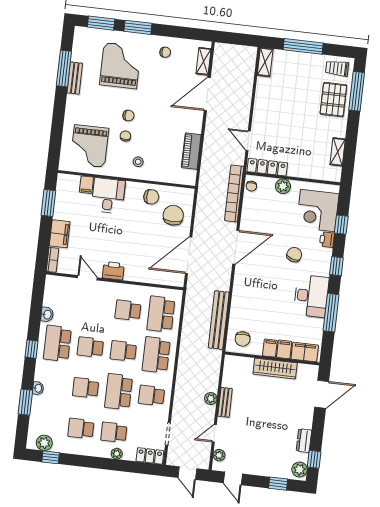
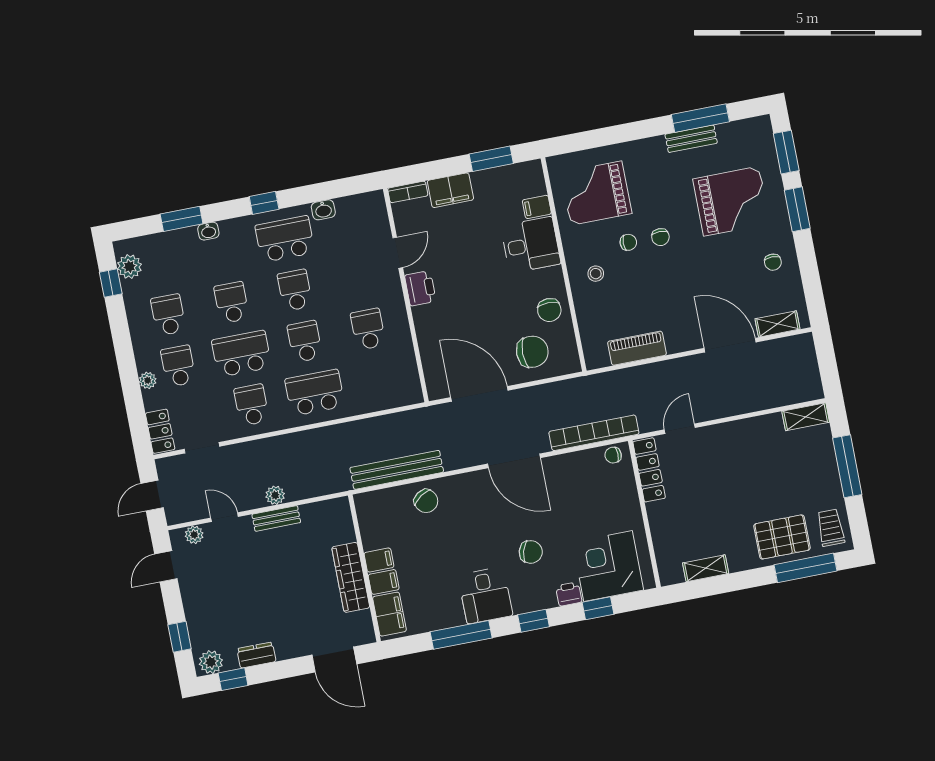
plant: (283, 186) -> (628, 503), removed
desk: (311, 296) -> (485, 595), width x0.73
school desk: (161, 314) -> (378, 380), removed
chair: (243, 339) -> (426, 501), moved, turned -124

